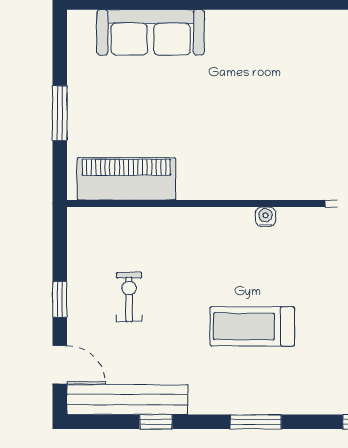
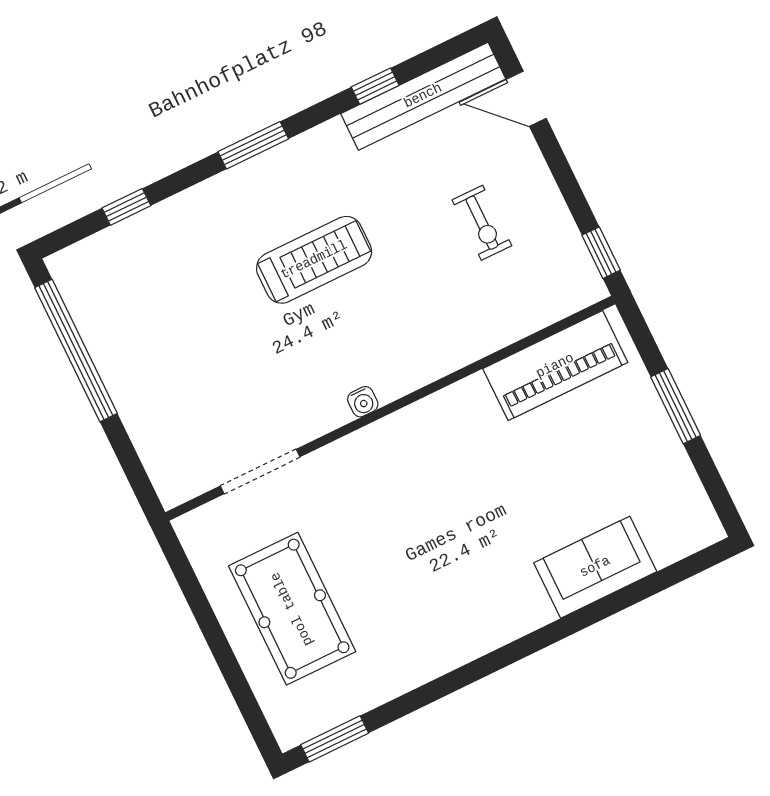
sofa: (151, 32) -> (595, 567), width x0.73
window: (60, 299) -> (601, 253), moved

